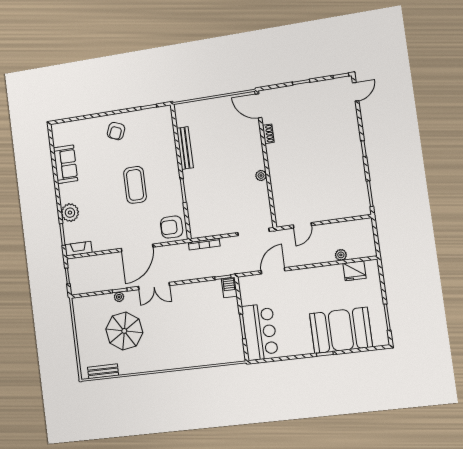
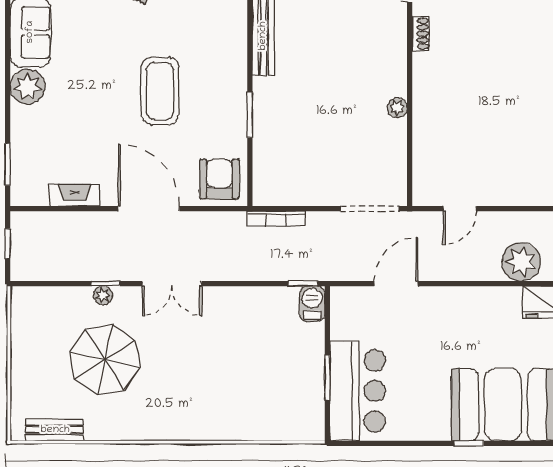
plant: (70, 213) -> (28, 87), moved
armchair: (172, 227) -> (219, 179), turned 90
door: (137, 248) -> (149, 209), swing flipped
fireplace: (78, 249) -> (75, 195), moved
plant: (341, 255) -> (521, 262), width x1.88, depth x1.88

